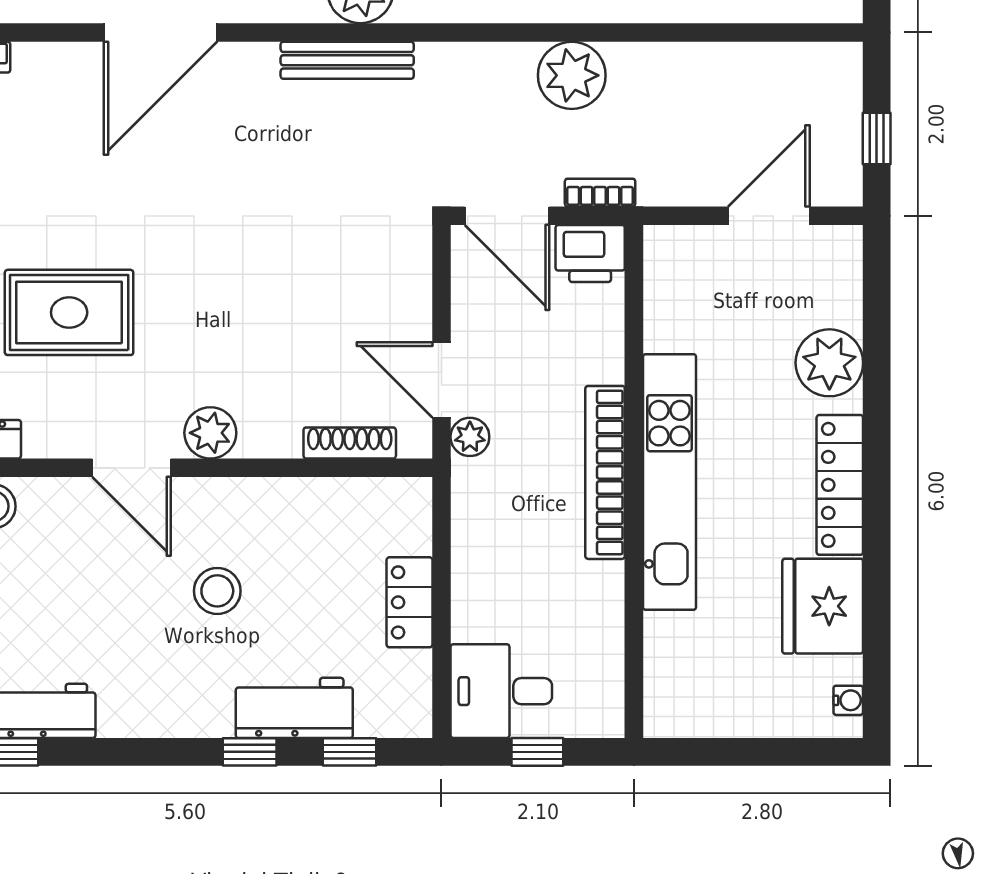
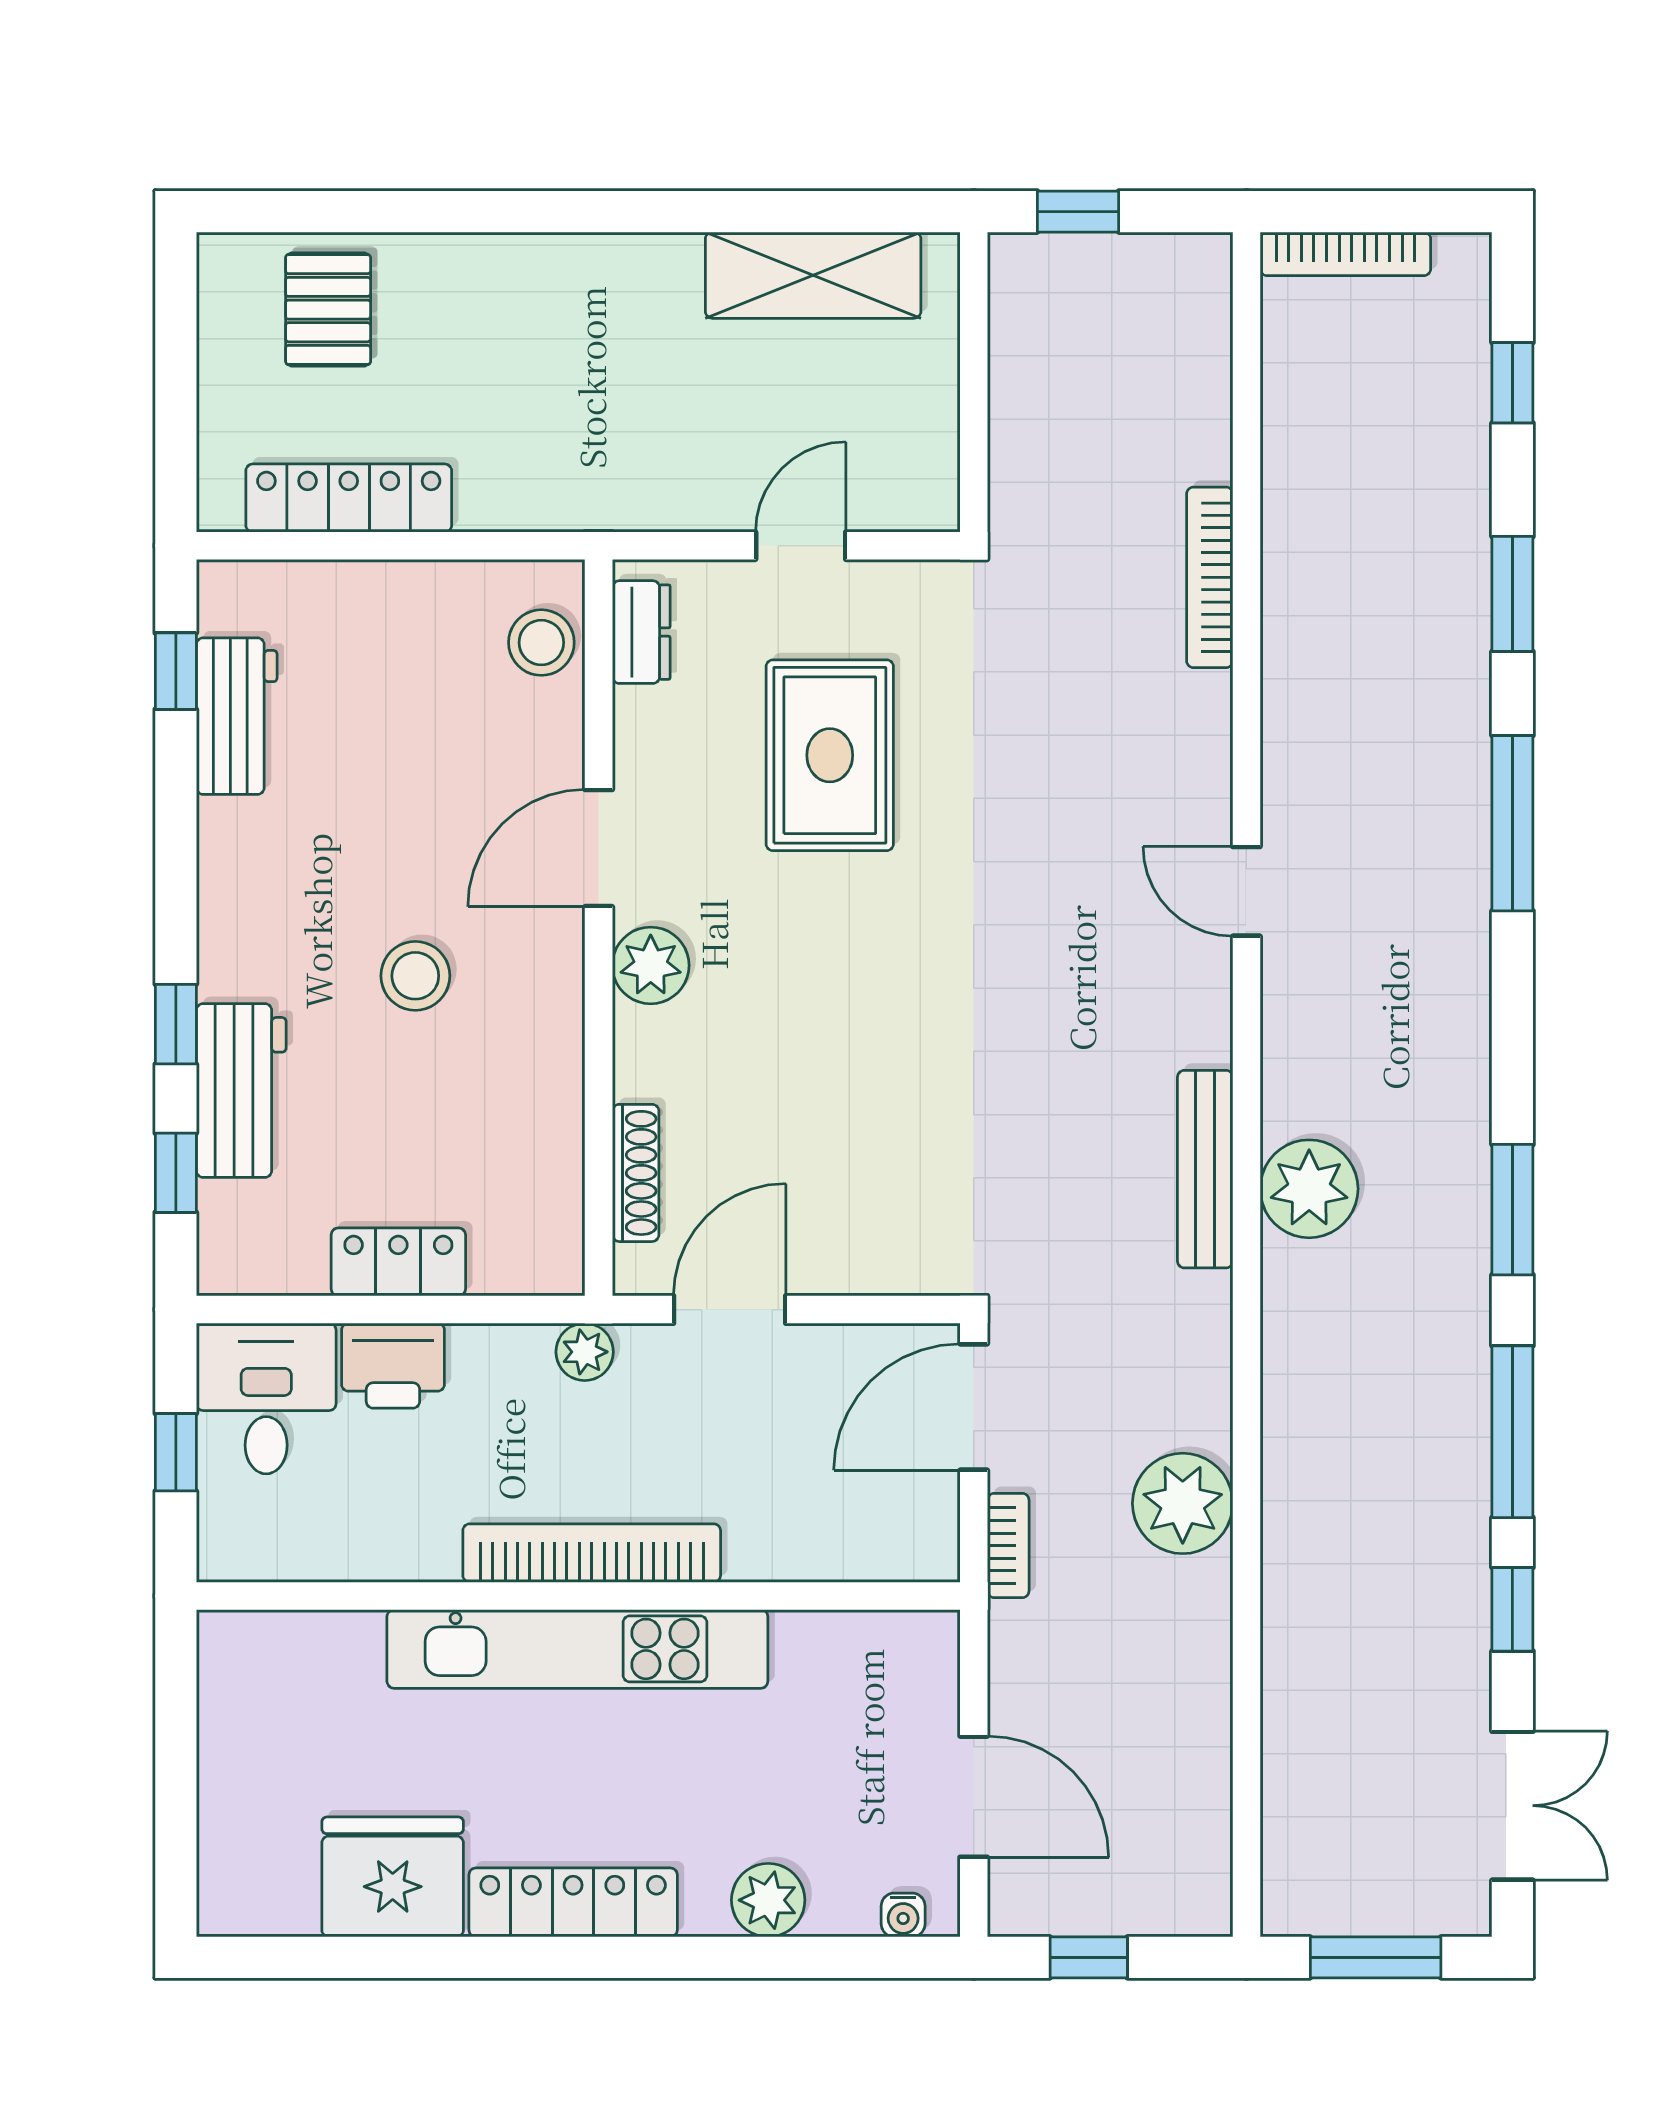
door: (161, 32) -> (1246, 891), width x0.53
printer: (590, 253) -> (393, 1366), moved, turned -90
plant: (829, 363) -> (768, 1900), width x0.73, depth x0.73
plant: (470, 437) -> (585, 1352), moved
water cooler: (848, 700) -> (903, 1915), moved

